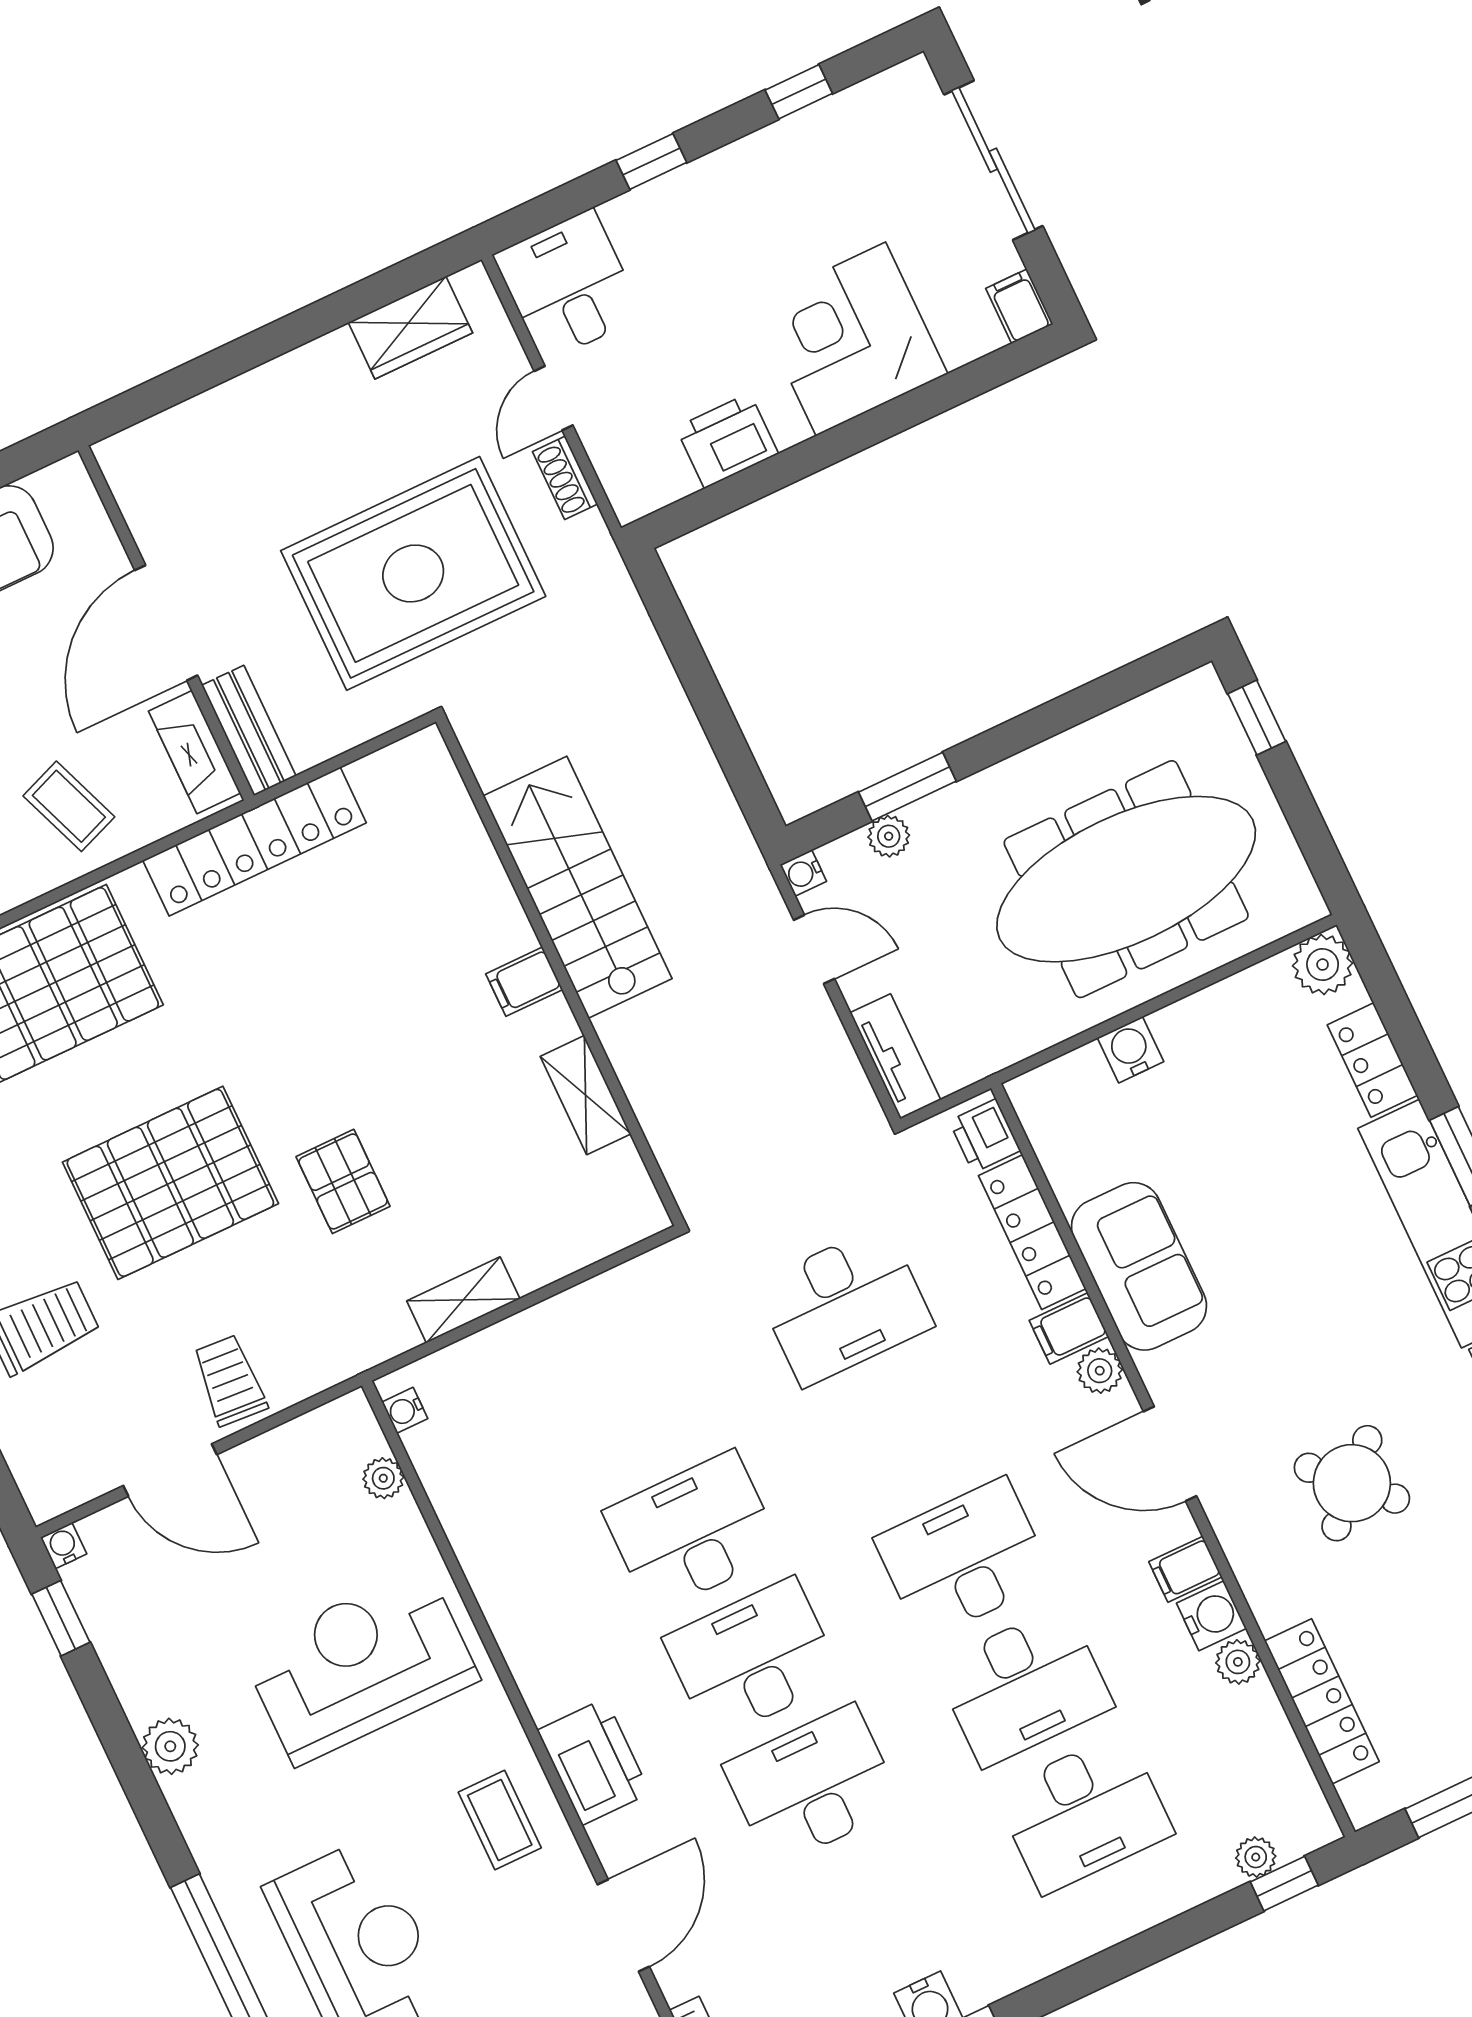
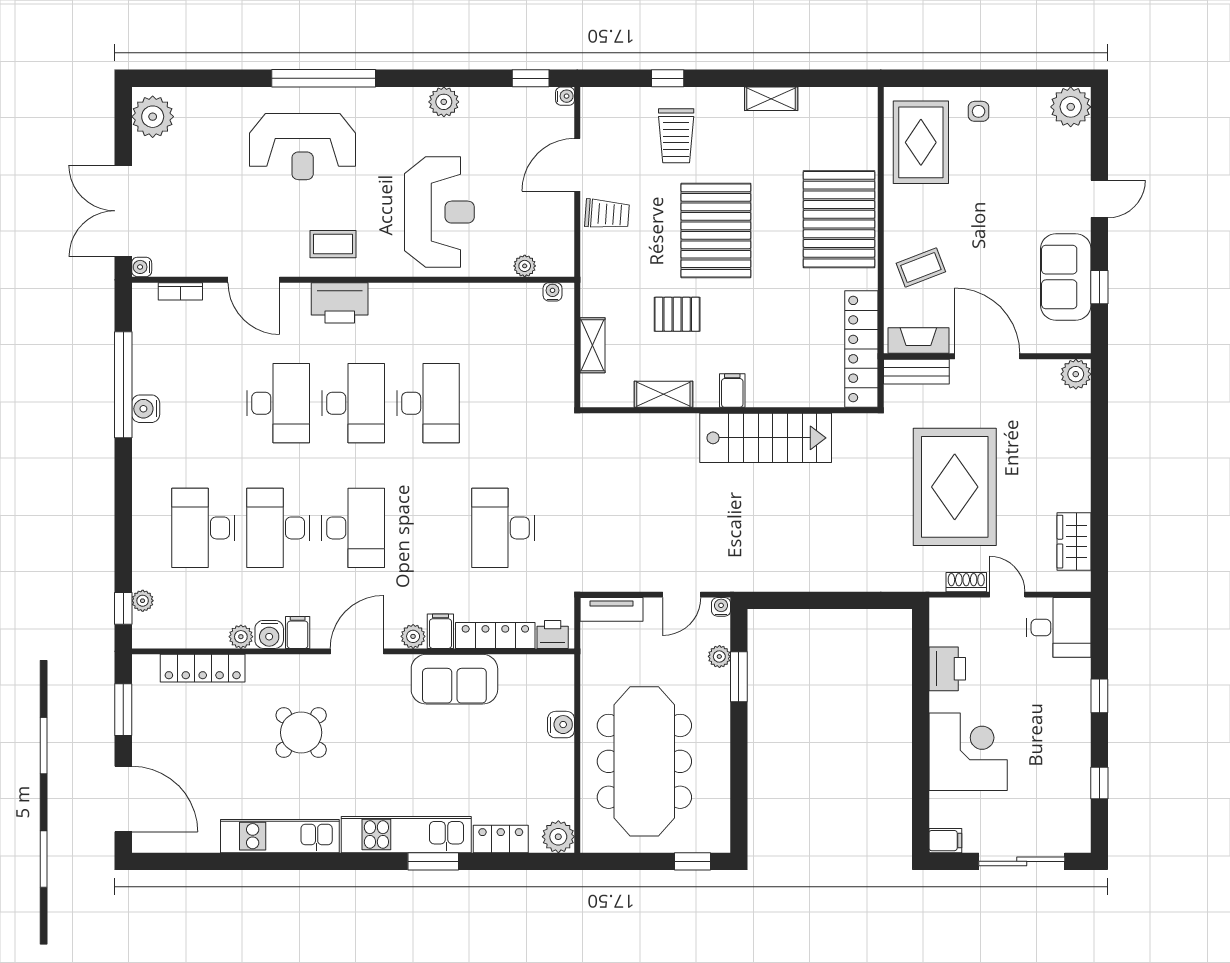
plant: (126, 459) -> (1076, 374), added
stairs: (578, 887) -> (766, 438), moved
wall: (560, 971) -> (729, 410), moved
filing cabinet: (524, 982) -> (732, 391), moved
shelving: (586, 1095) -> (663, 394), moved

